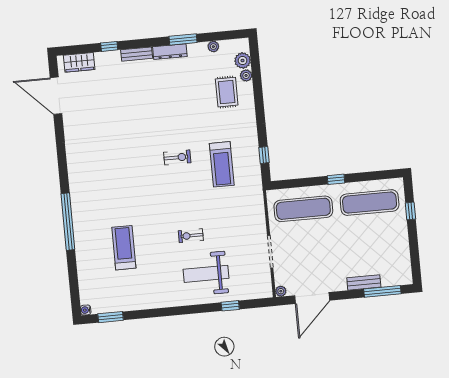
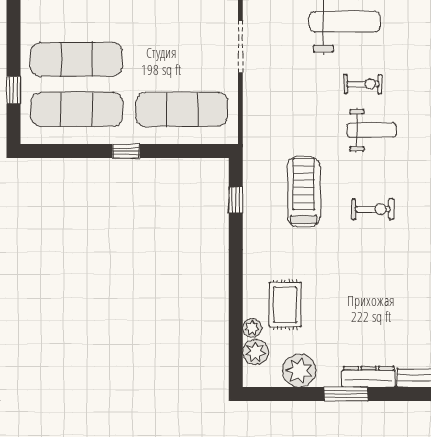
plant: (213, 47) -> (299, 370), width x1.88, depth x1.88
exercise bike: (177, 157) -> (373, 209), turned 180
weight bench: (183, 207) -> (372, 130), added
exercise mat: (373, 234) -> (77, 59), added

